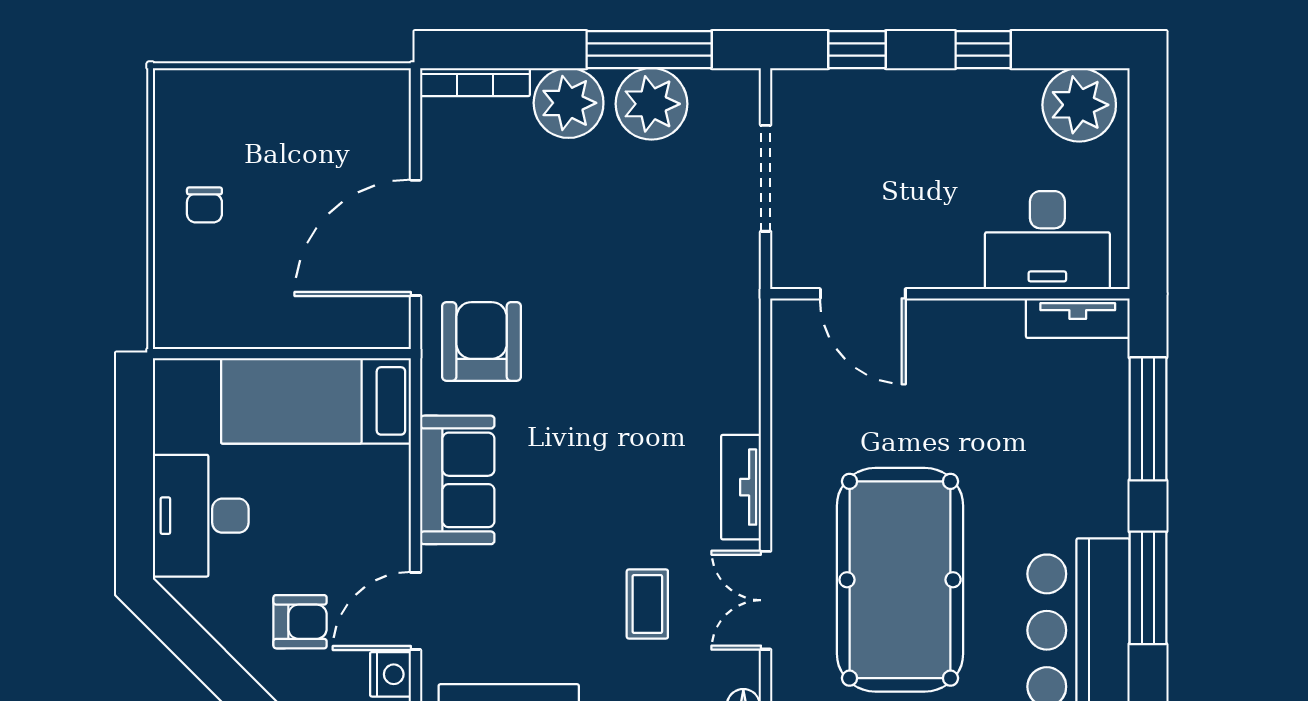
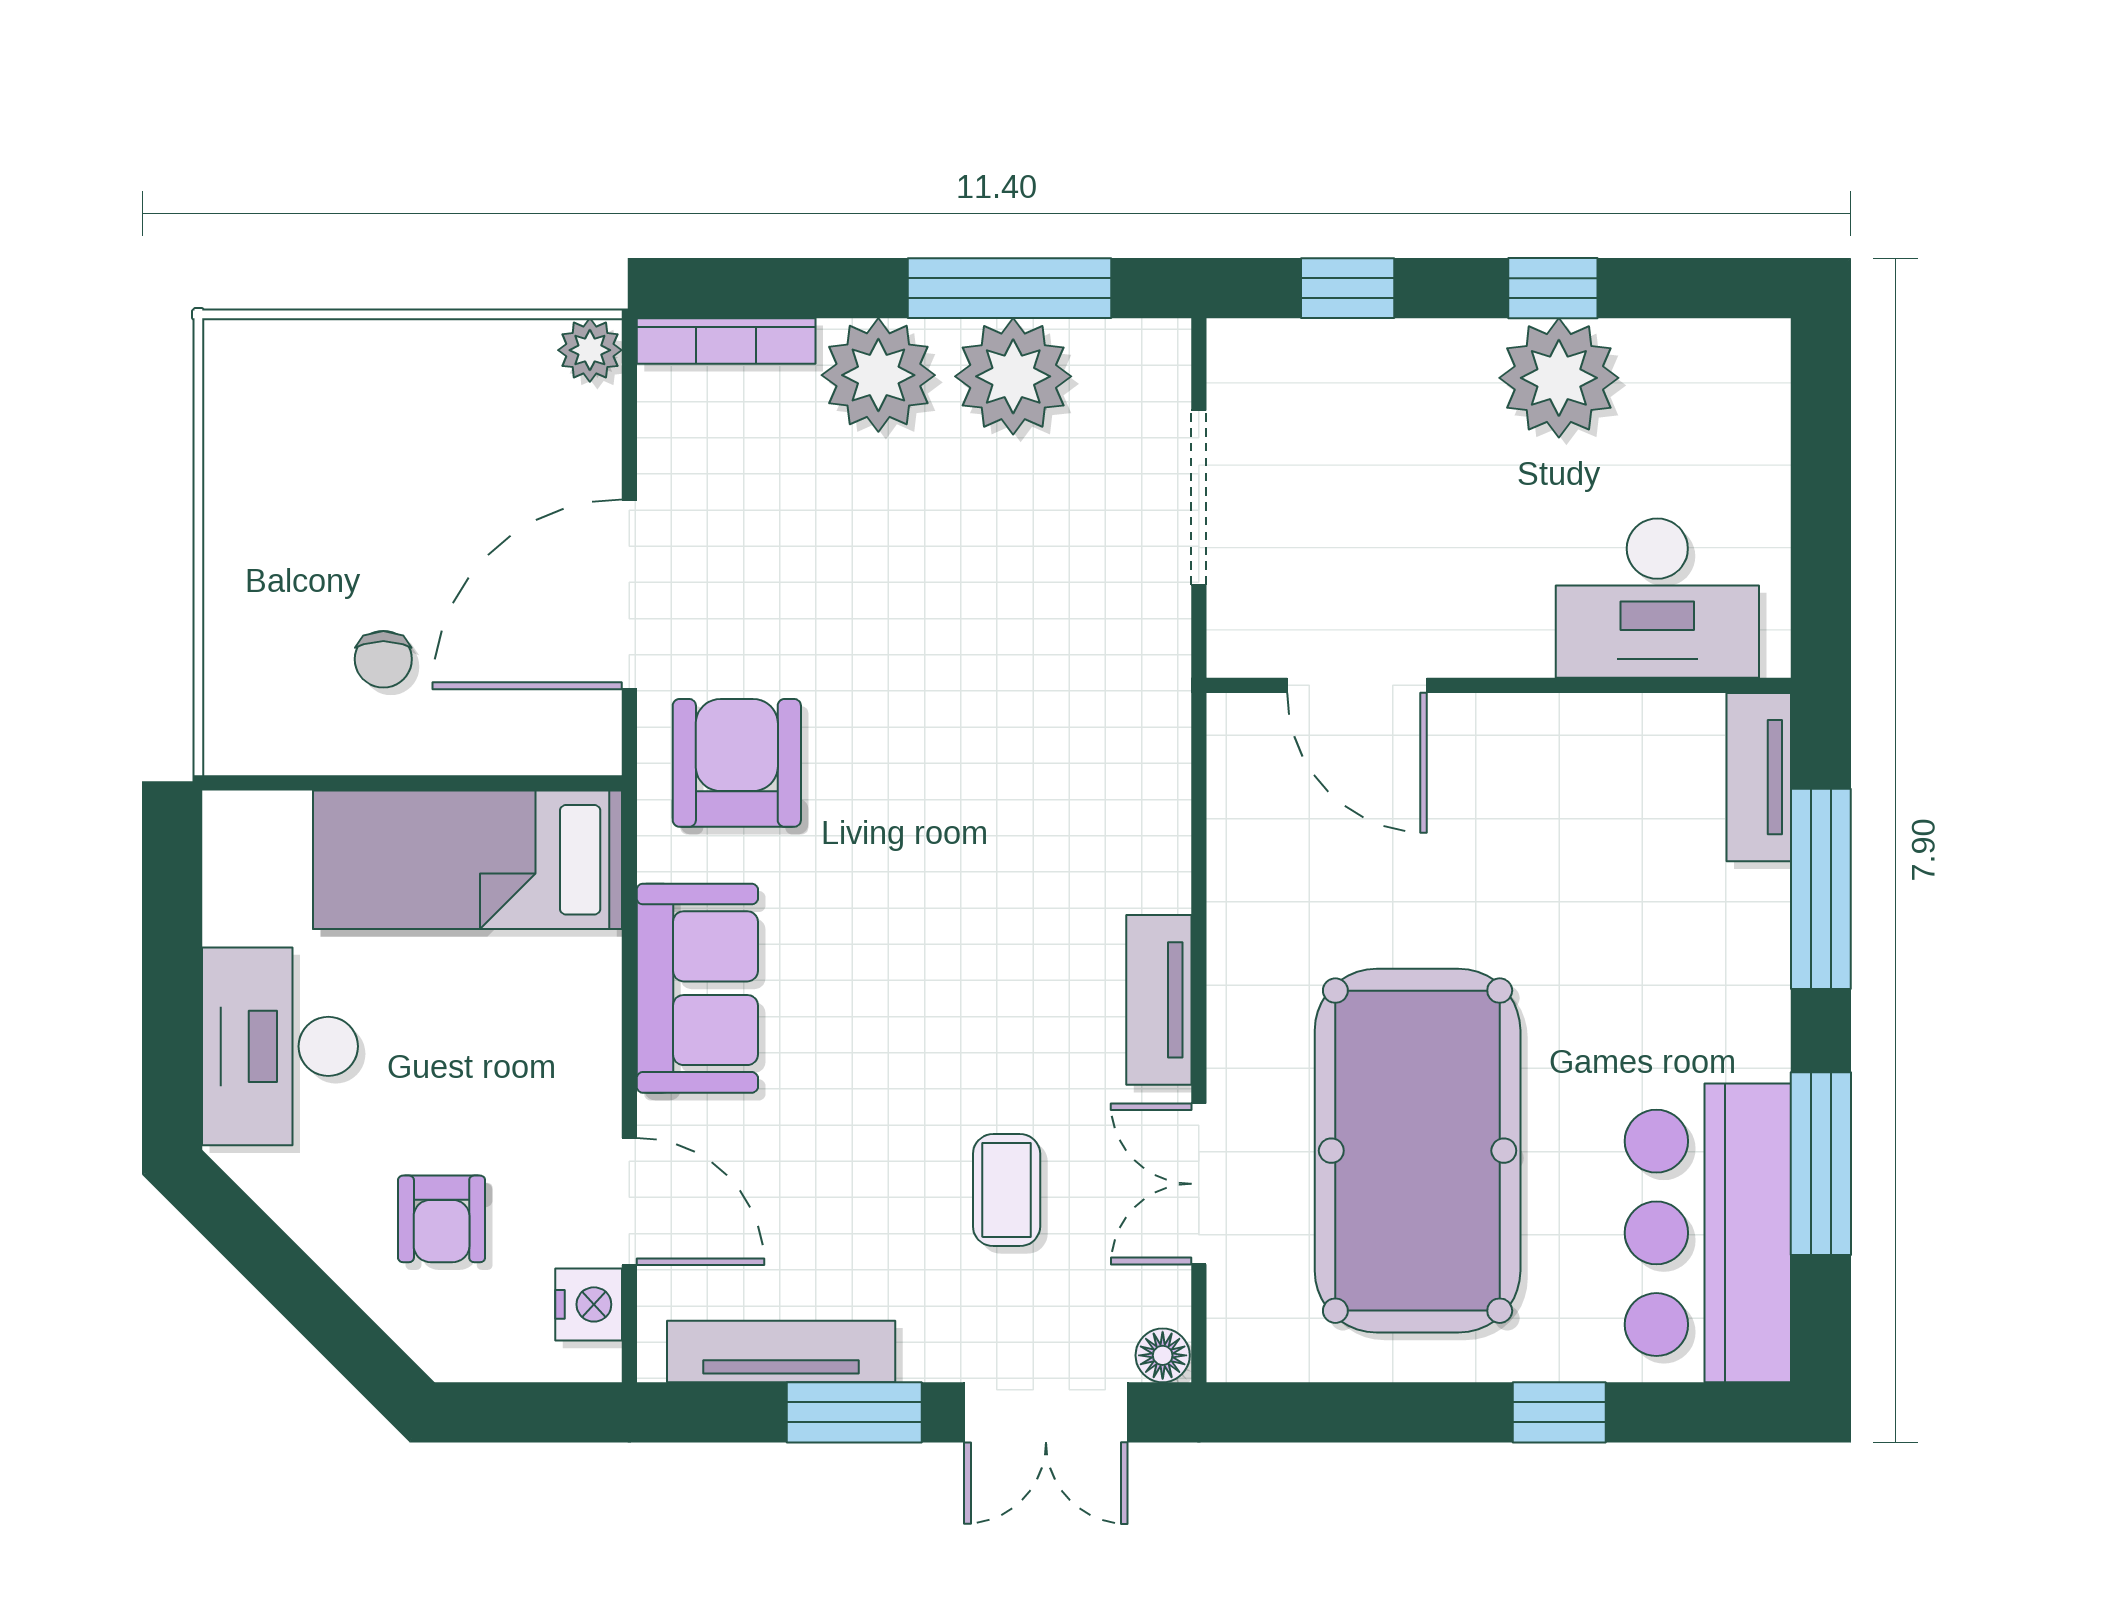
plant: (391, 88) -> (590, 350), added
plant: (1079, 105) -> (1559, 378), moved
chair: (204, 205) -> (383, 659), moved
tv unit: (1078, 318) -> (1759, 777), moved, turned 90
door: (415, 611) -> (629, 1201), swing flipped
armchair: (300, 622) -> (442, 1219), turned 90

